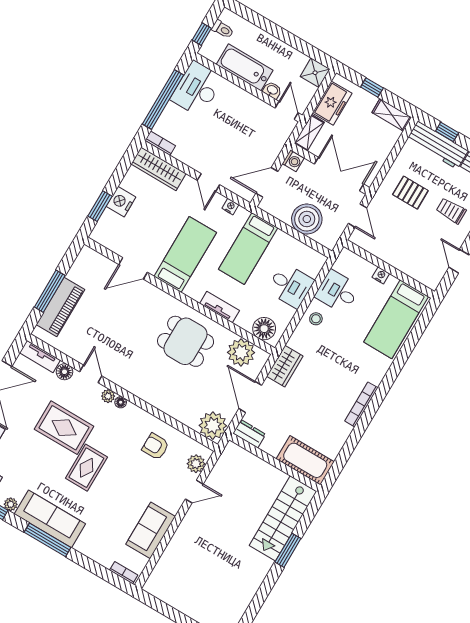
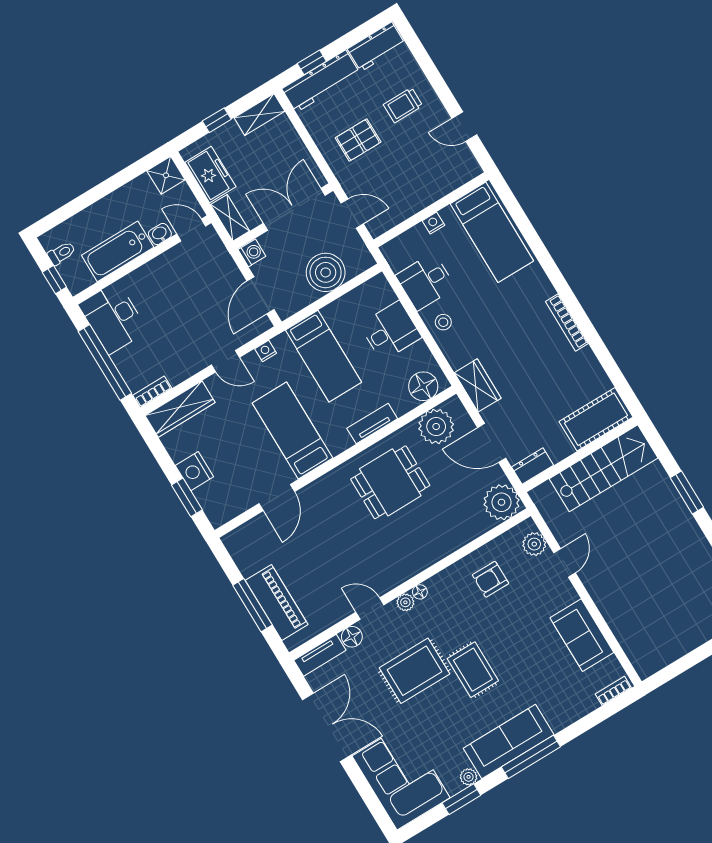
stairs: (283, 518) -> (604, 468), moved, turned -90

